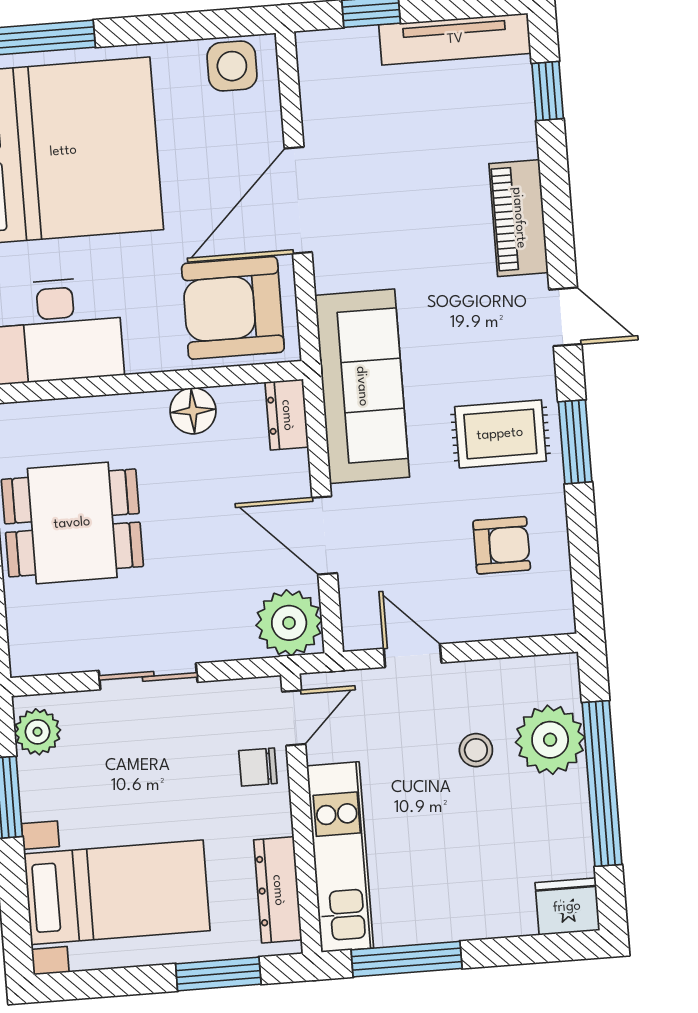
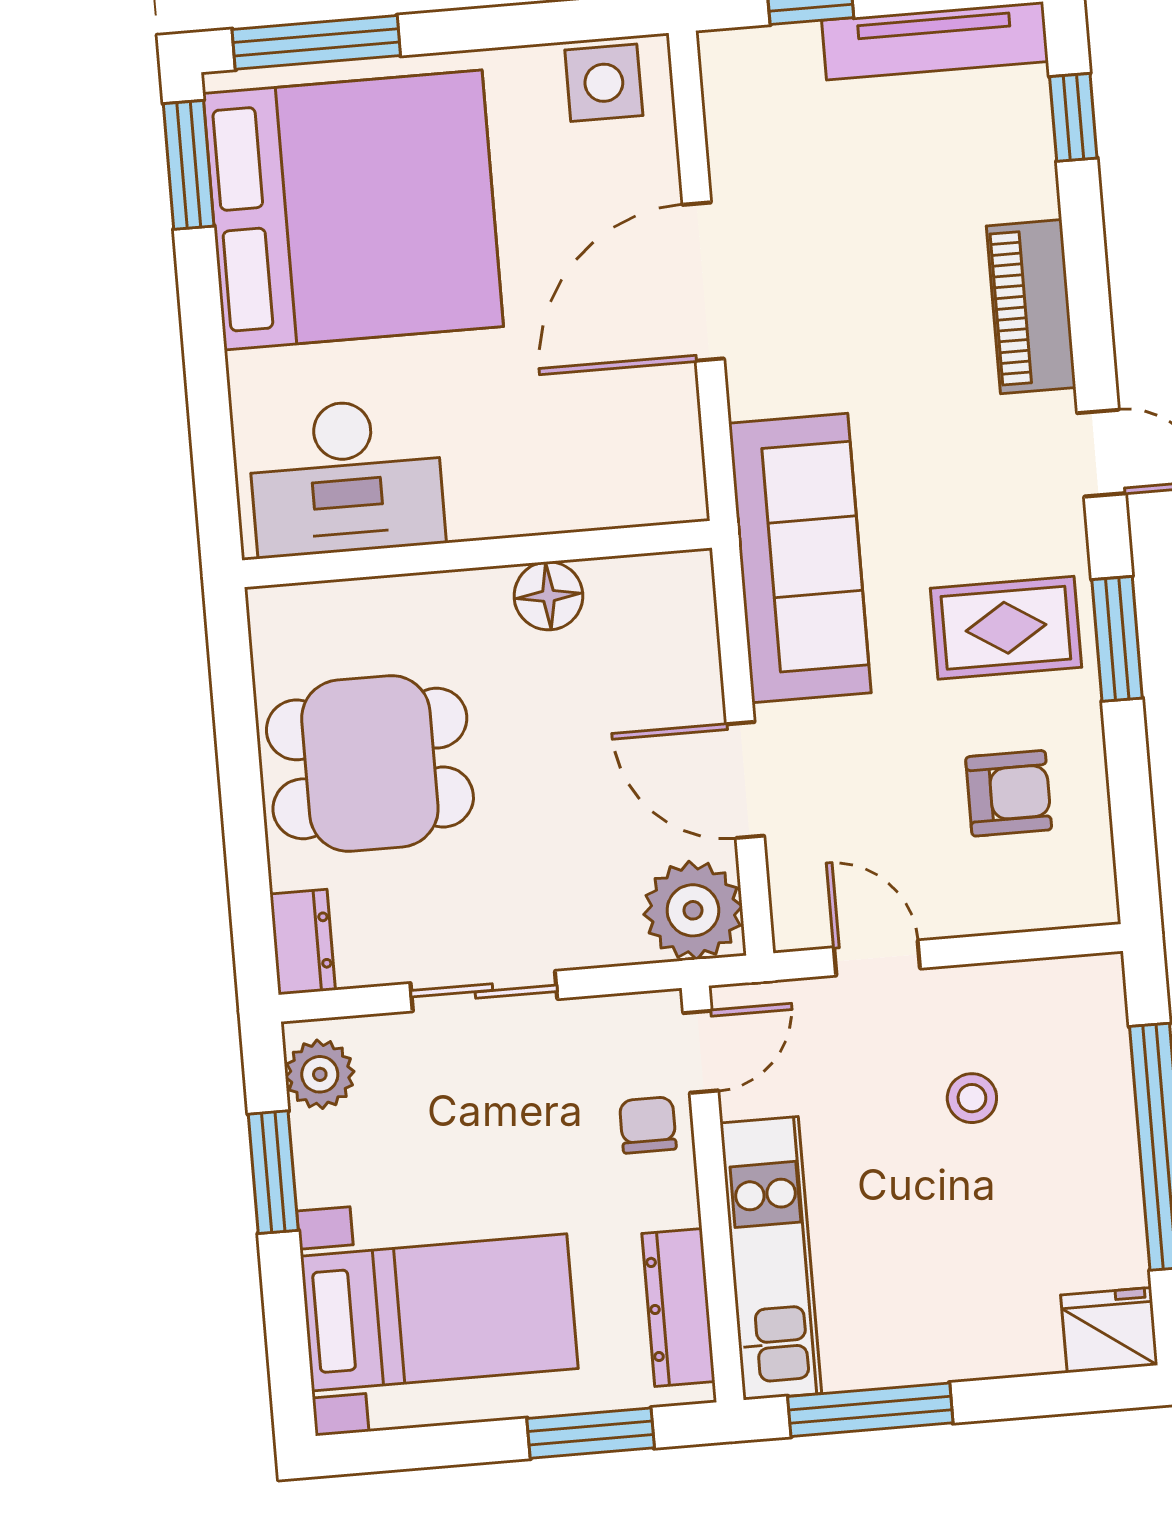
armchair: (233, 308) -> (607, 442), removed
dresser: (287, 415) -> (303, 942), moved, turned 180
plant: (550, 740) -> (1082, 1082), removed
chair: (258, 767) -> (648, 1125), turned 90

